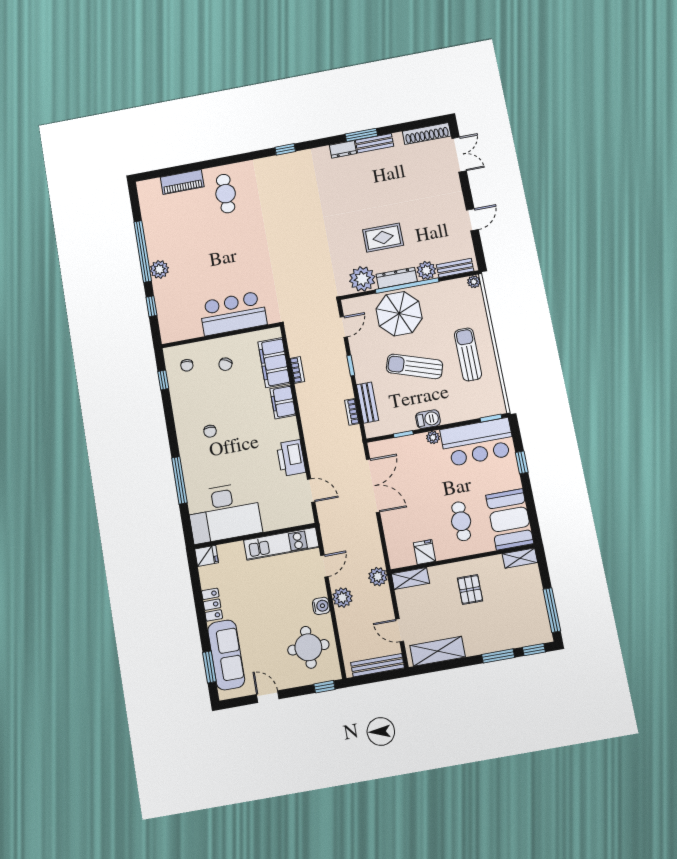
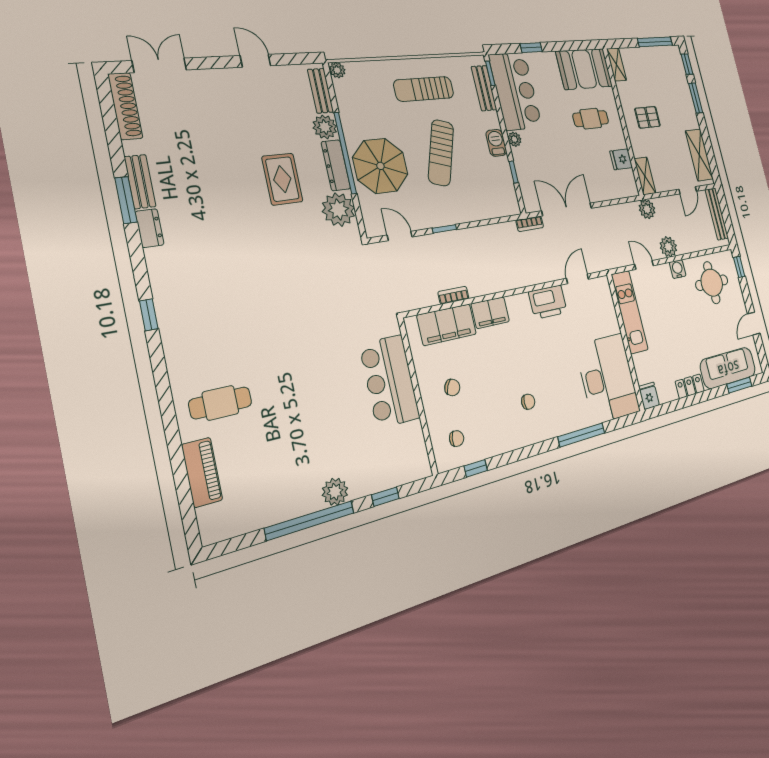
bench: (367, 403) -> (484, 88), moved, turned 90
bookcase: (352, 412) -> (530, 224), moved

